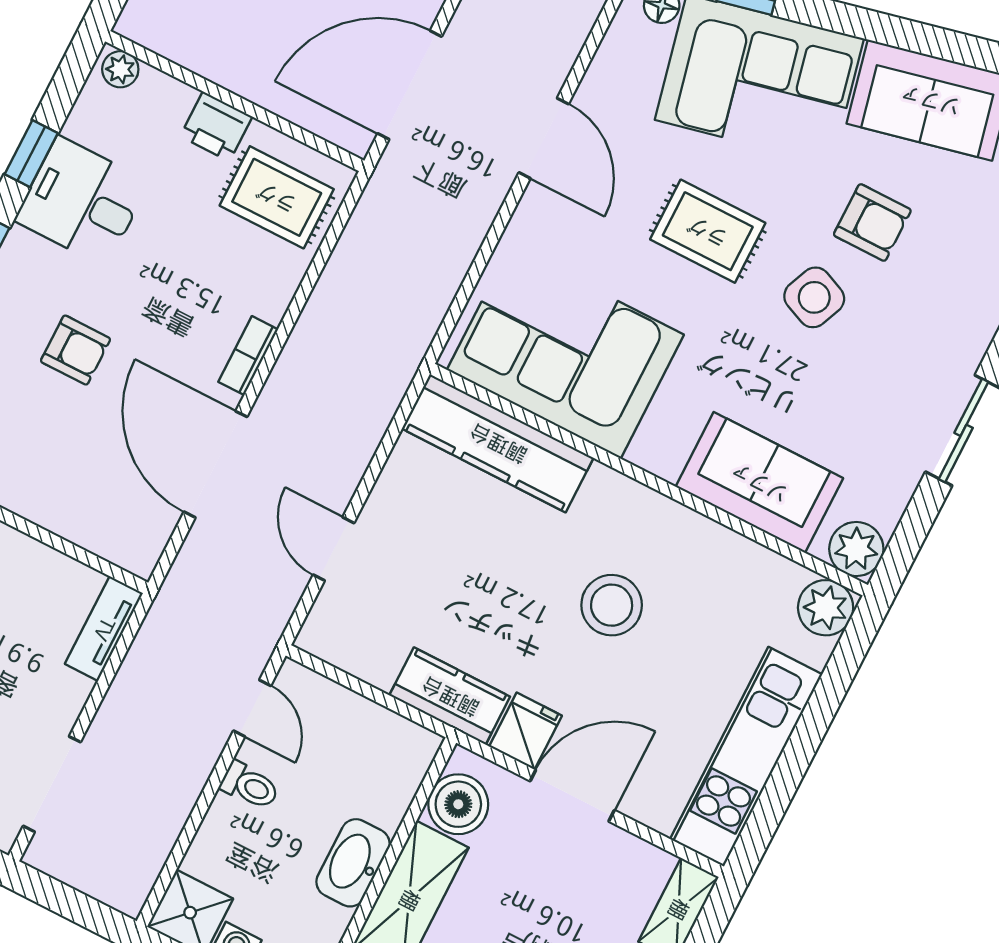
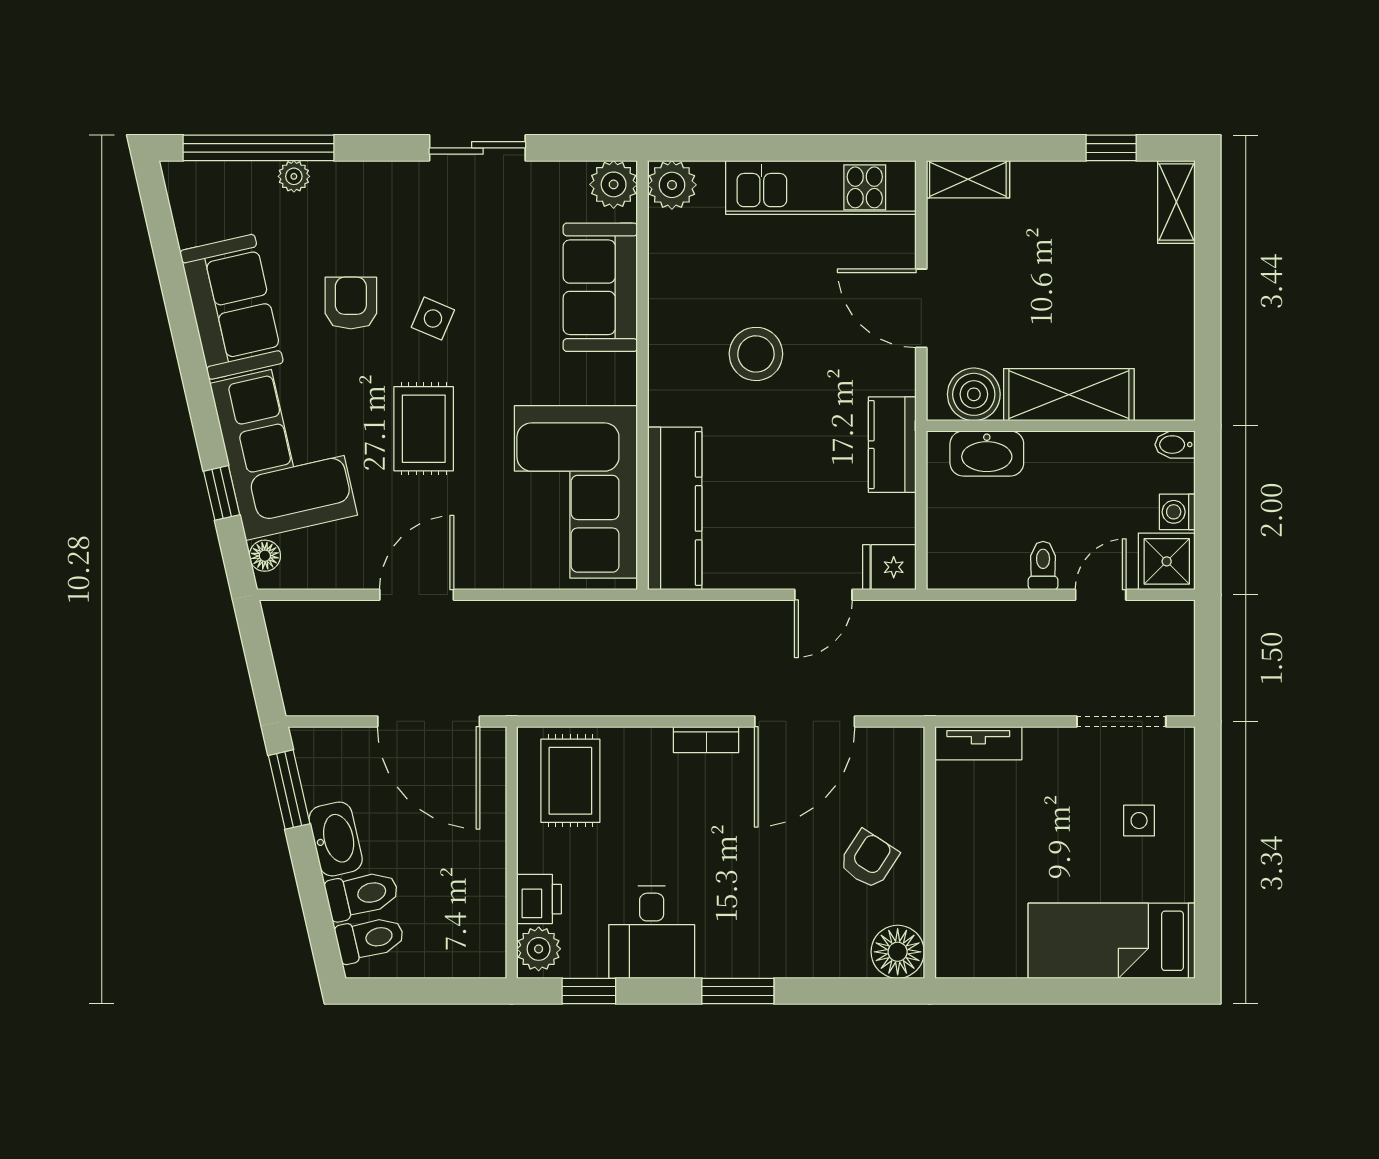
plant: (120, 69) -> (539, 949), width x1.38, depth x1.38
printer: (216, 126) -> (539, 899), moved
window: (31, 154) -> (589, 991), moved
side table: (814, 297) -> (433, 319), width x0.73, depth x0.73
armchair: (76, 350) -> (869, 859), moved, turned 33
door: (252, 708) -> (1101, 595), moved
fridge: (526, 731) -> (889, 567), moved
washbasin: (353, 863) -> (987, 453), moved

